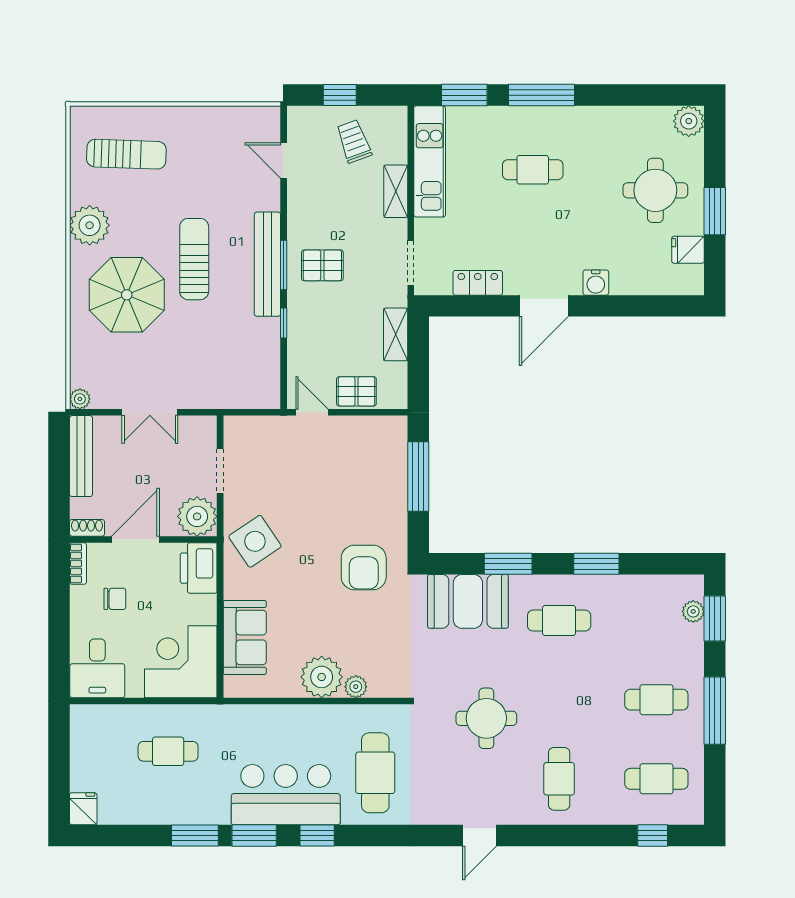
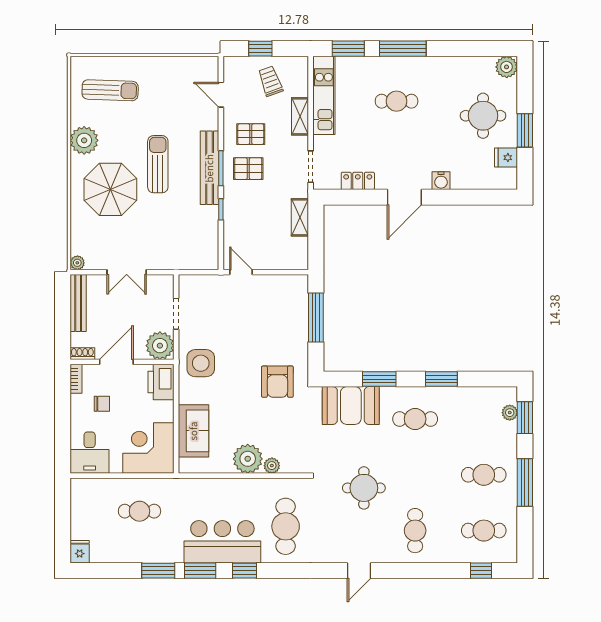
pallet: (356, 391) -> (251, 134), moved
side table: (255, 541) -> (201, 363), turned 34

